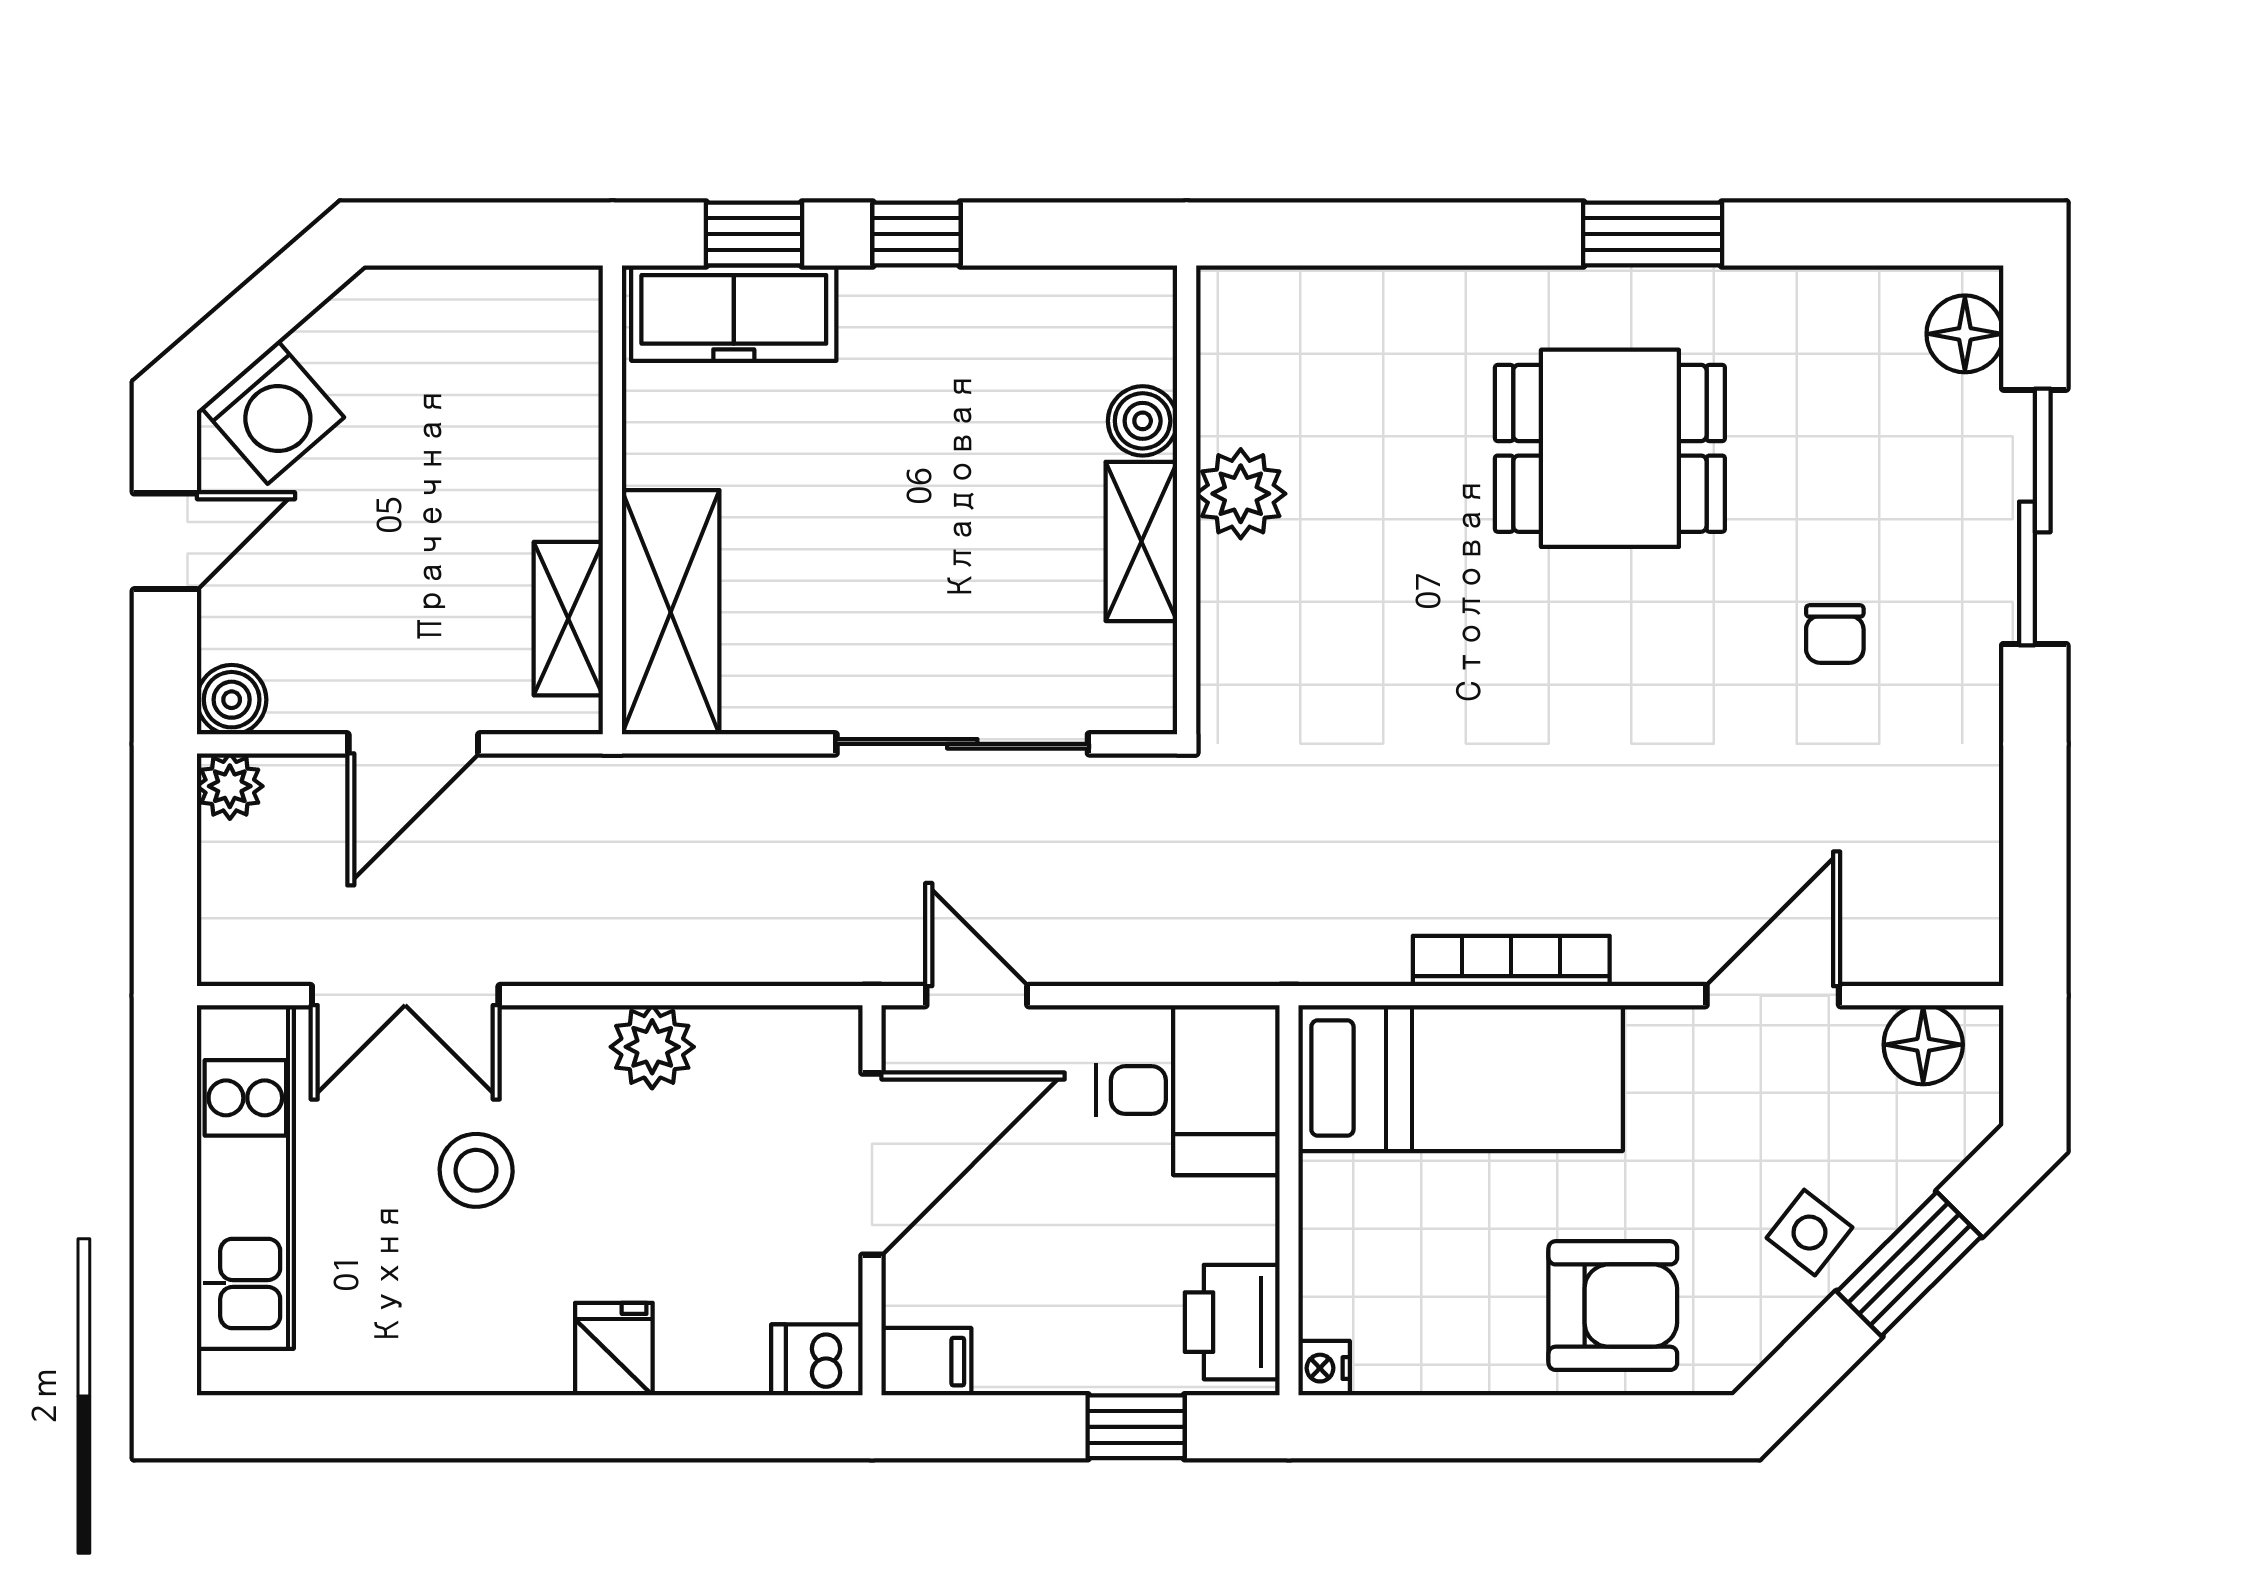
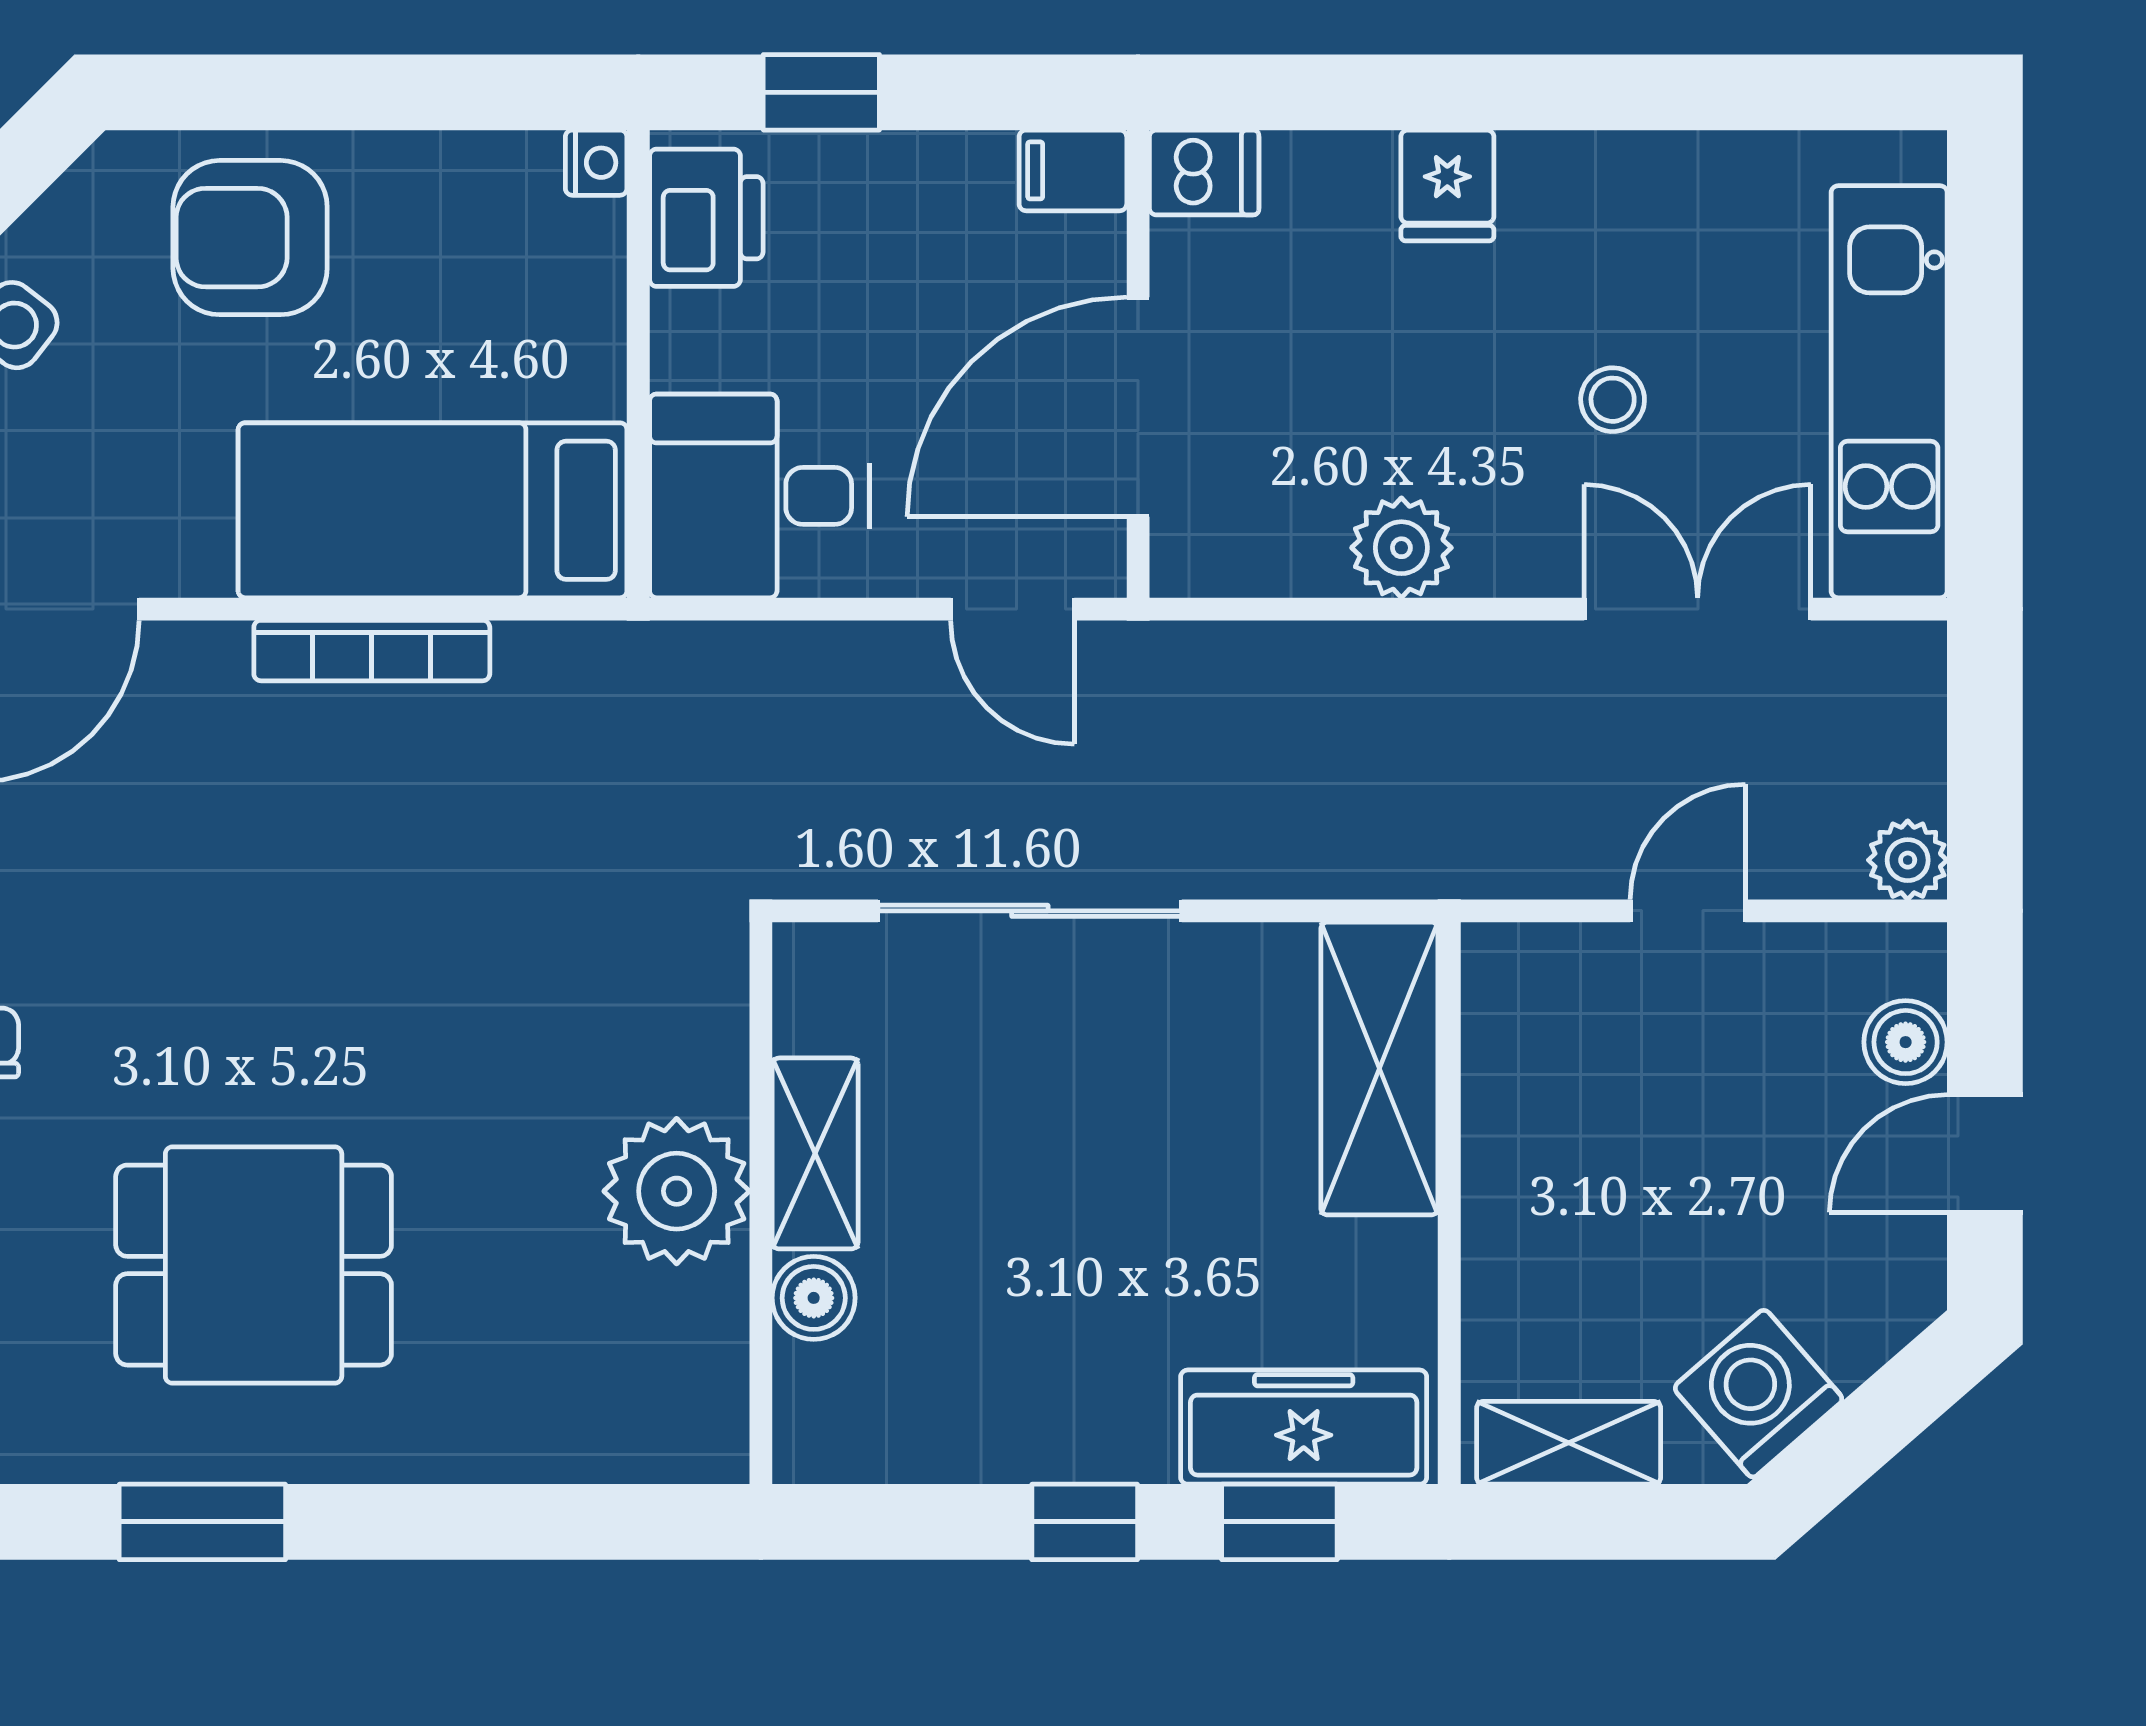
washing machine: (273, 412) -> (1758, 1394), moved
plant: (1241, 494) -> (677, 1191), width x1.36, depth x1.36
shelving: (568, 619) -> (1569, 1443), moved, turned 90
boiler: (232, 700) -> (1906, 1042), moved
door: (413, 744) -> (1688, 911), width x0.73
stool: (476, 1170) -> (1613, 400), width x0.73, depth x0.73

